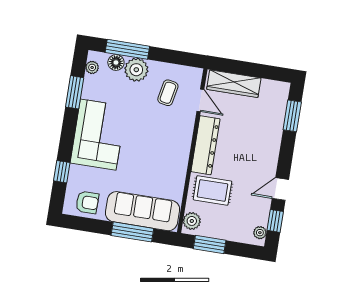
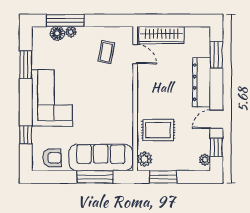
plant: (92, 67) -> (37, 41), removed
plant: (136, 70) -> (71, 32), width x0.53, depth x0.53
dresser: (205, 145) -> (202, 82), moved, turned 180

